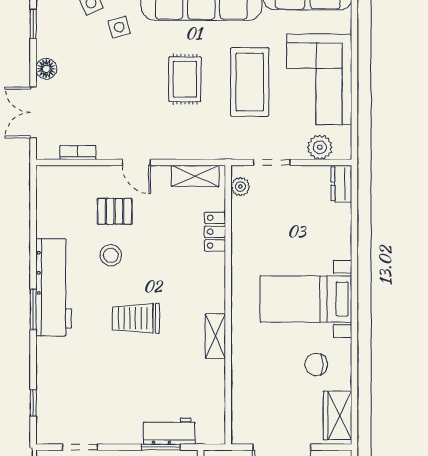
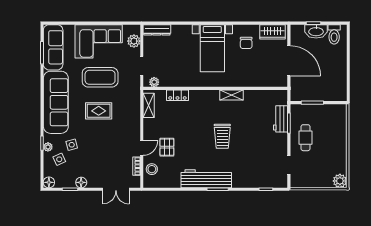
floor lamp: (46, 69) -> (81, 182), moved
door: (136, 162) -> (142, 148), moved
dresser: (341, 184) -> (157, 30), width x1.44
stool: (111, 255) -> (152, 169), moved

